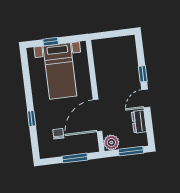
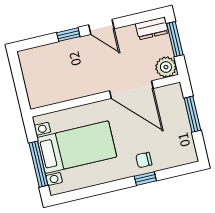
window: (51, 42) -> (38, 164), width x2.17
dresser: (139, 122) -> (152, 28), moved
chair: (58, 134) -> (144, 160), moved

